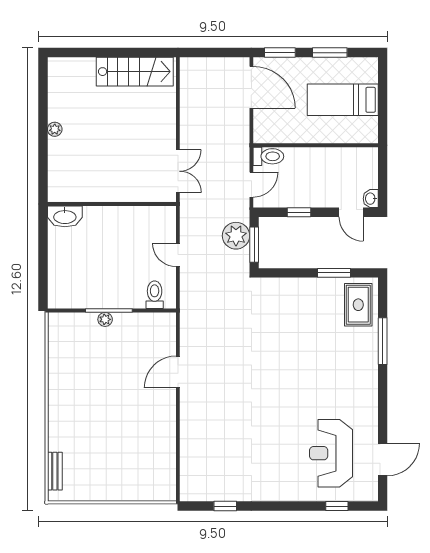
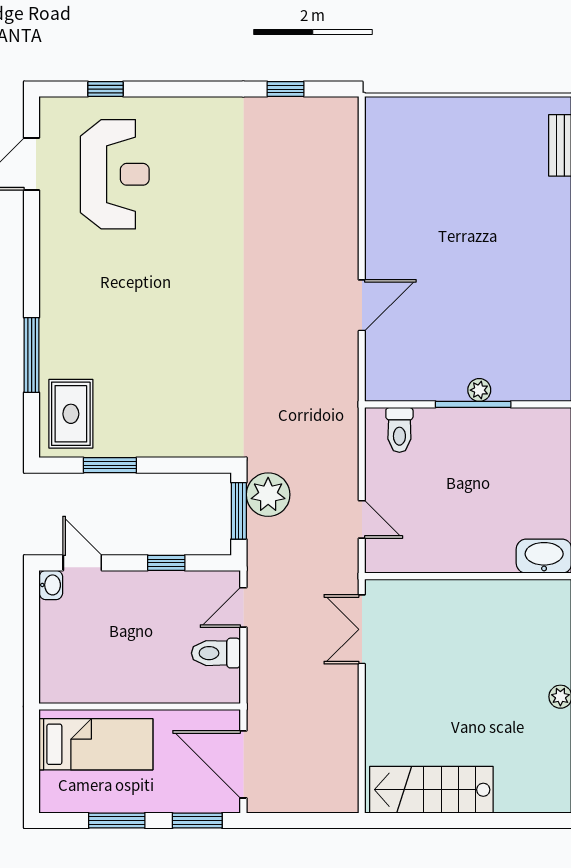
wall: (316, 145) -> (140, 706), moved
plant: (236, 236) -> (268, 495), moved
door: (178, 255) -> (362, 519), moved

